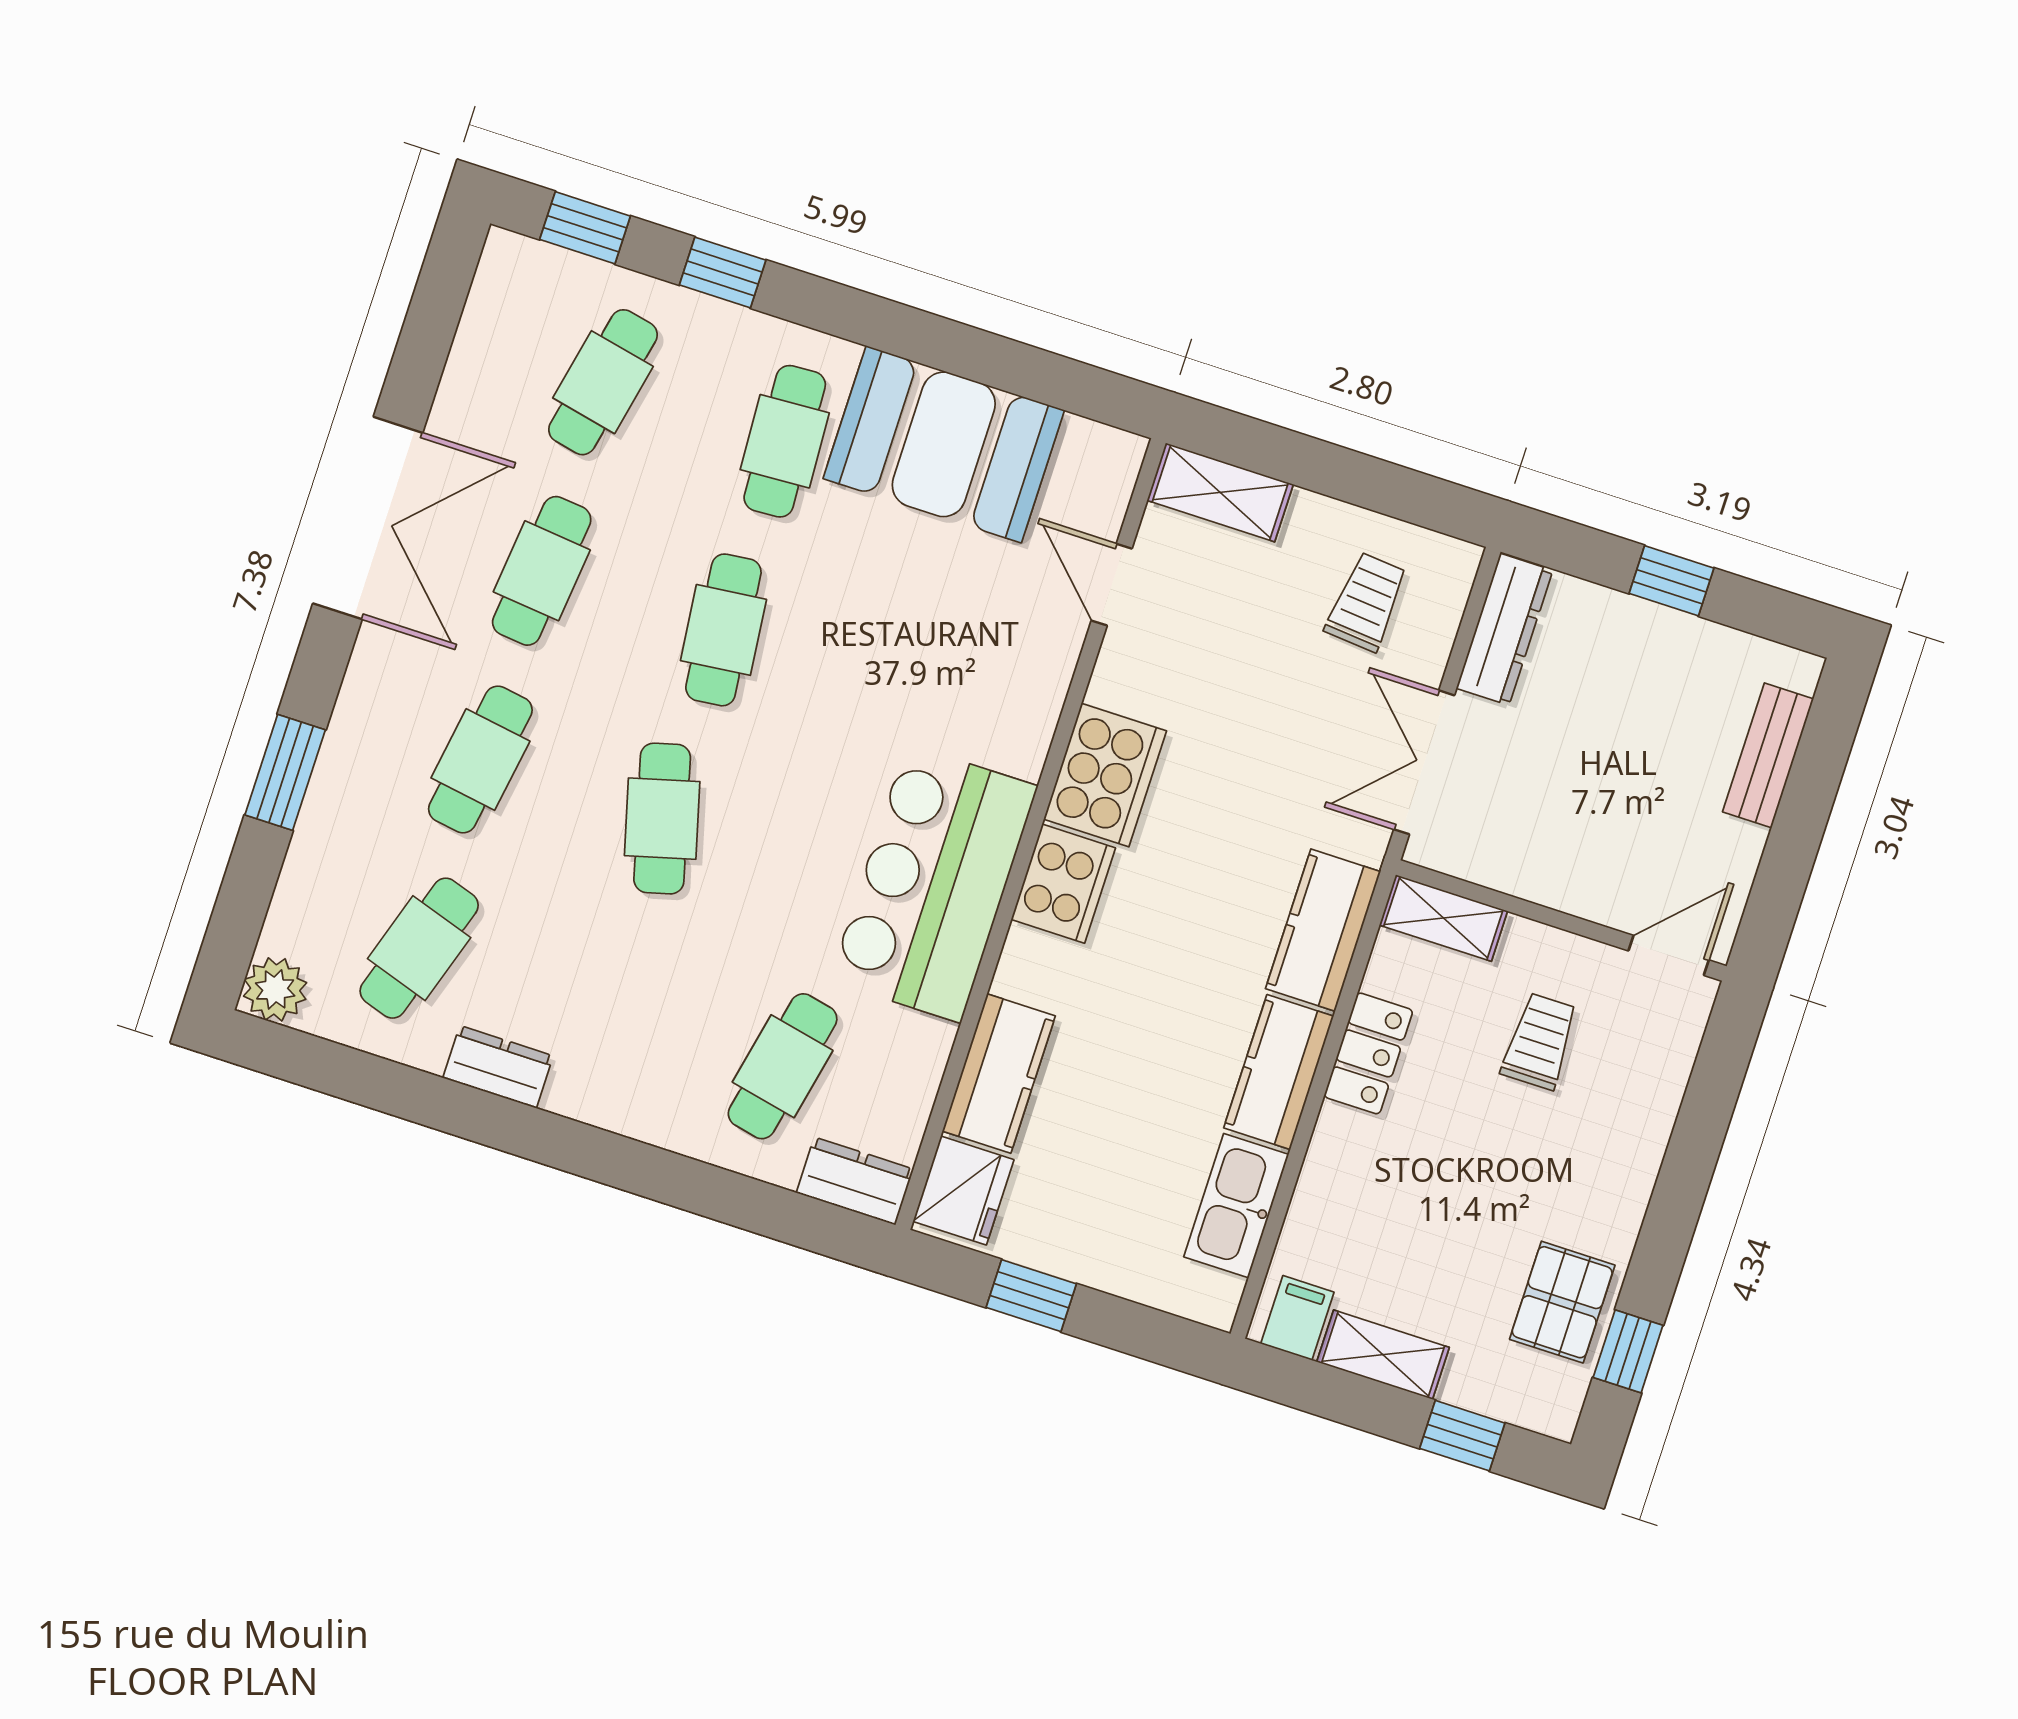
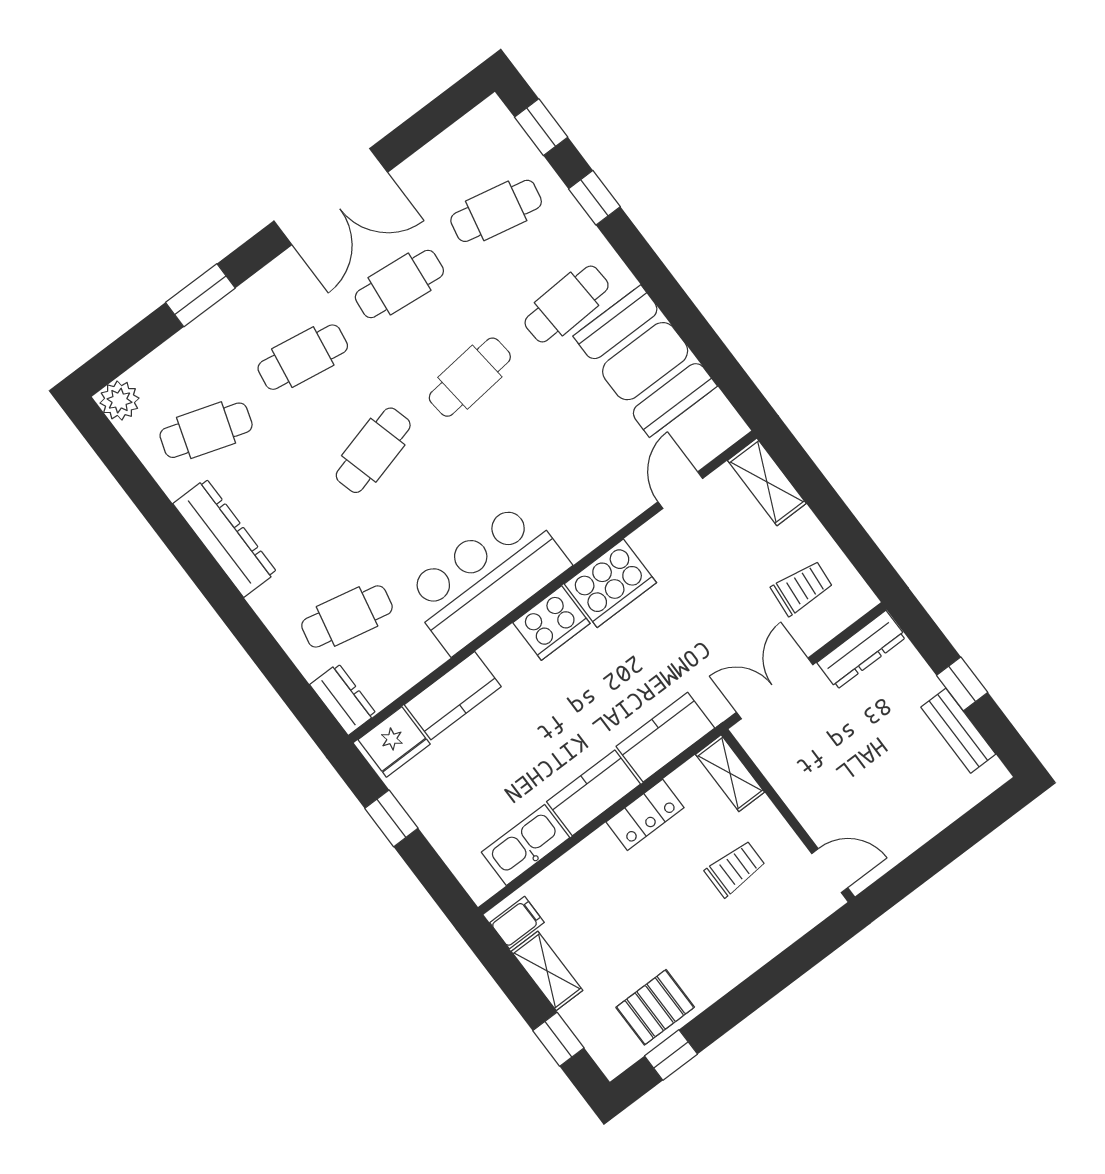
bench: (1768, 755) -> (958, 731), moved, turned 90
dresser: (498, 1067) -> (225, 538), width x1.96, depth x1.24

